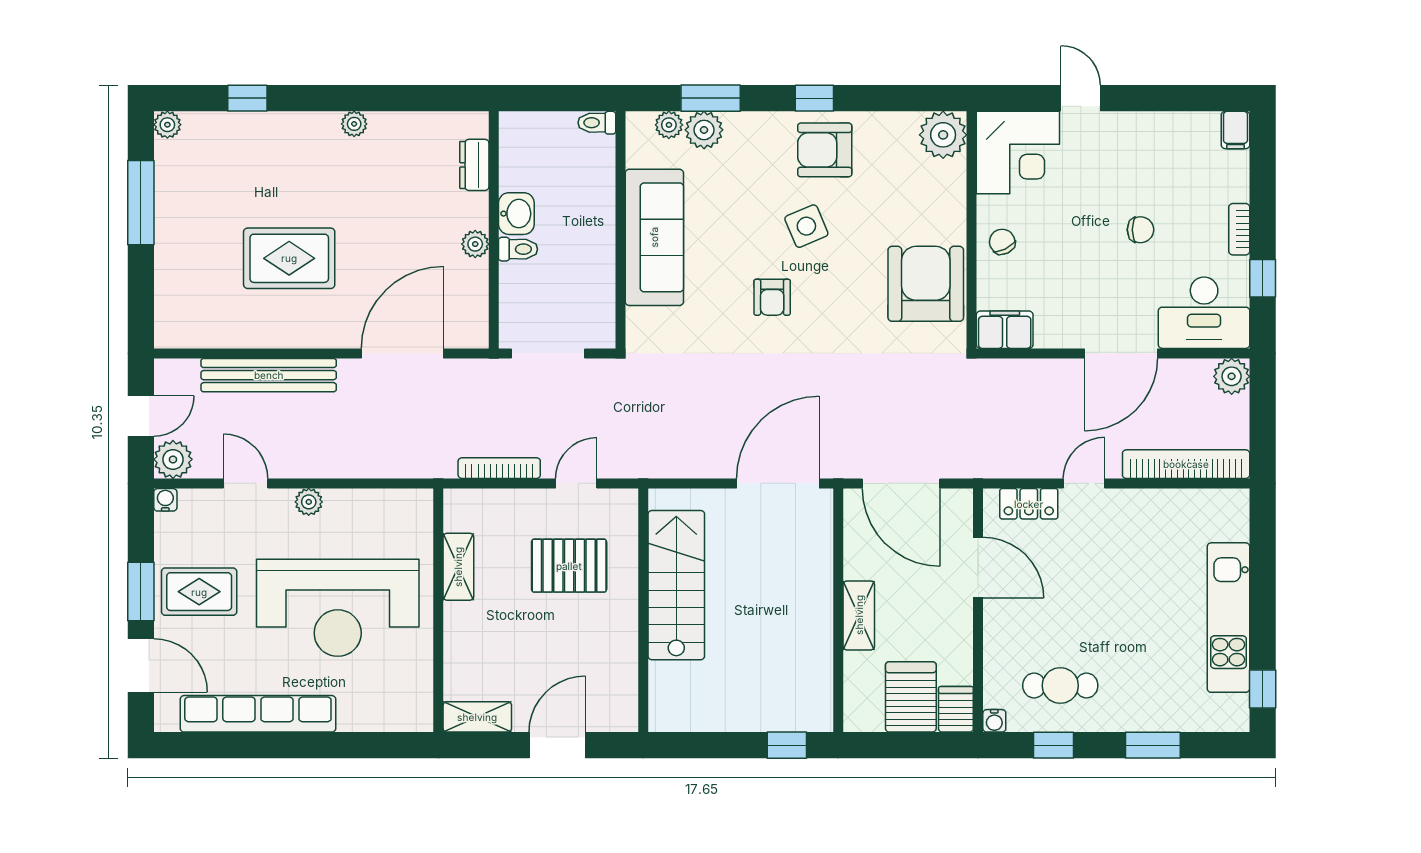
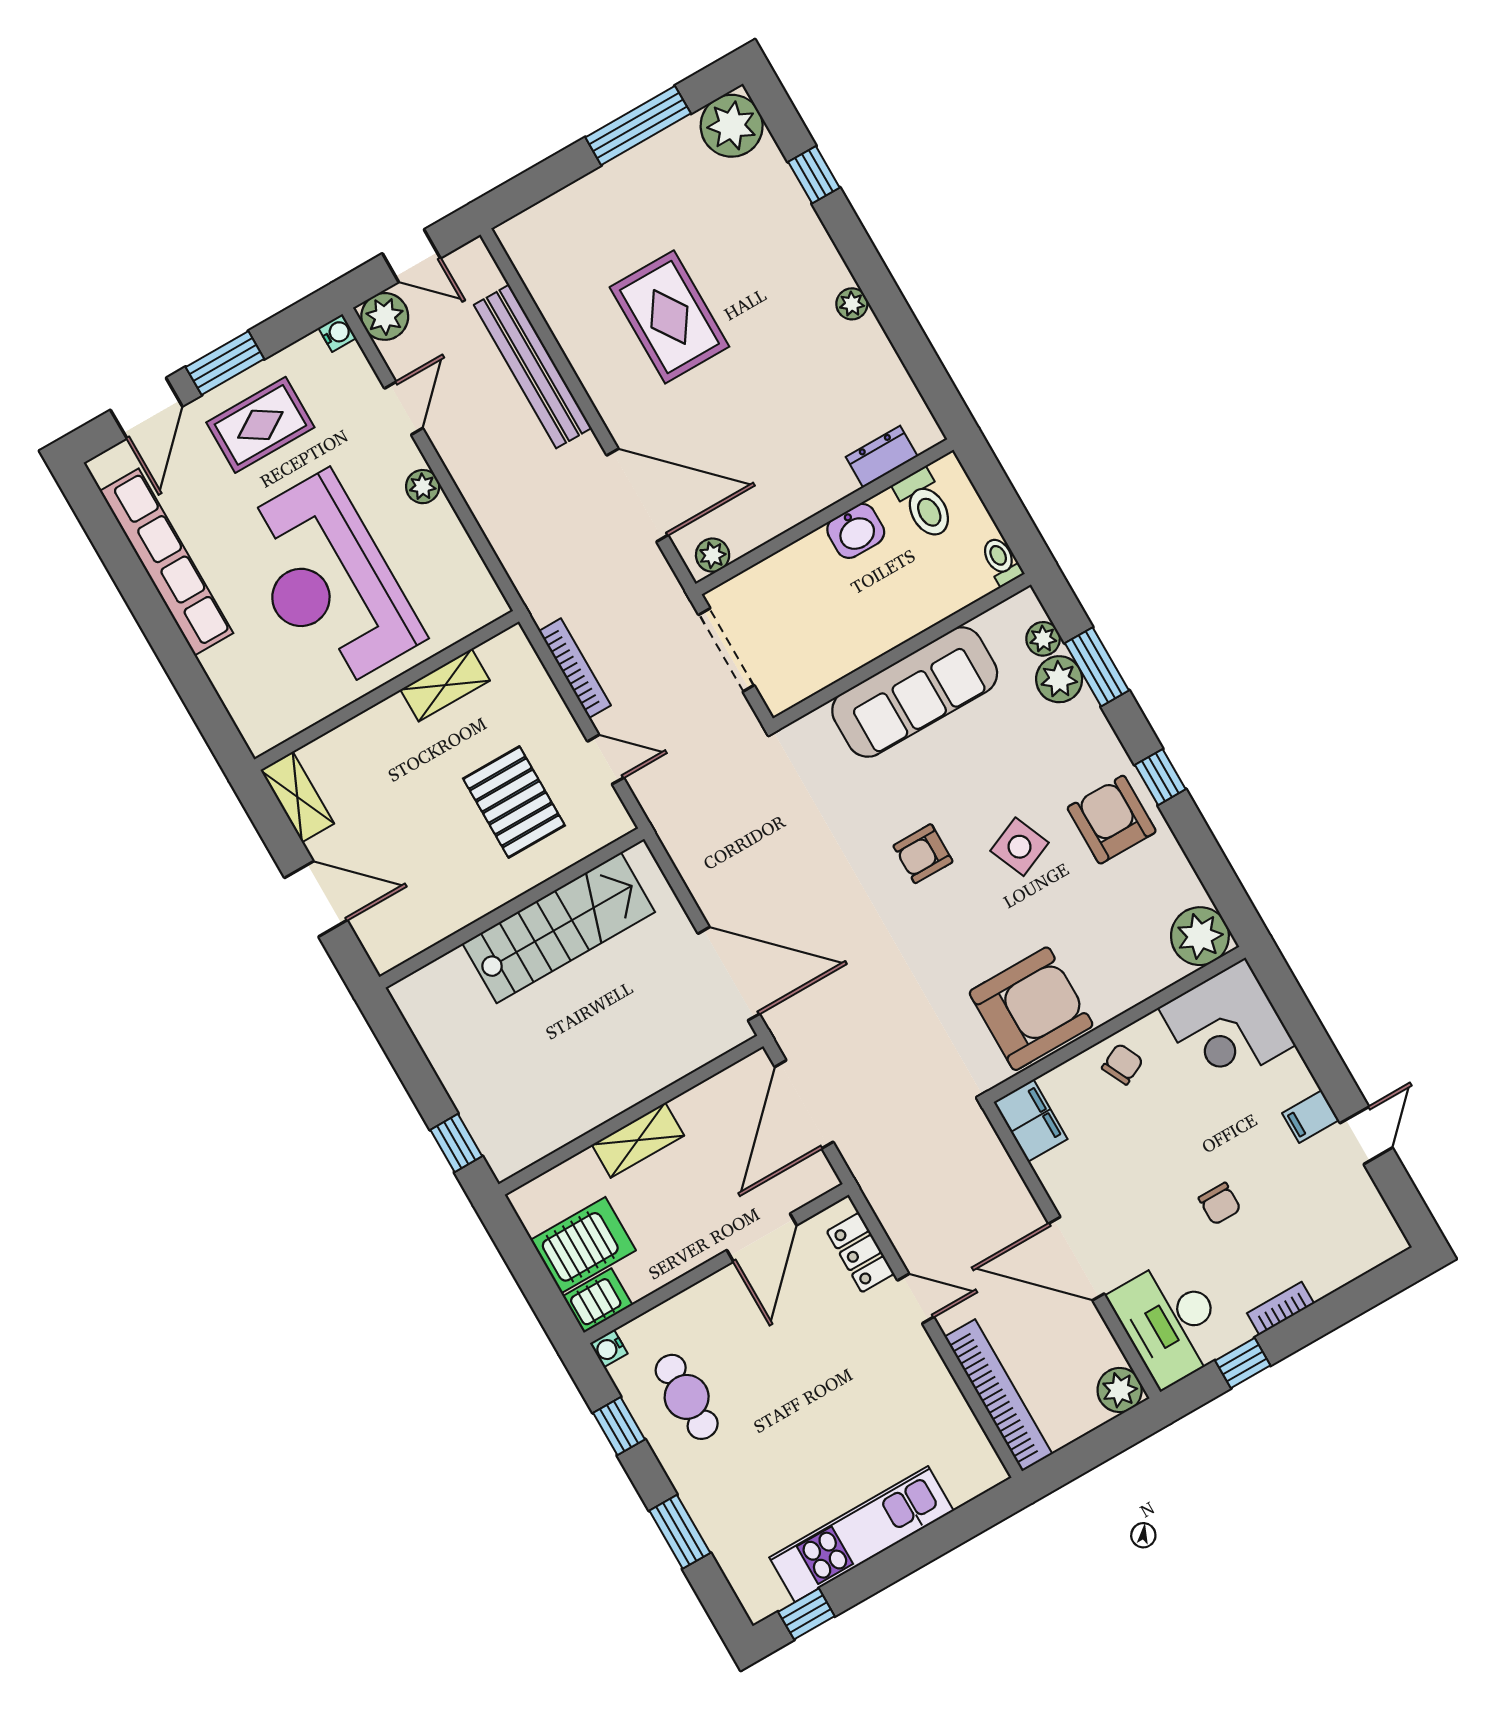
door: (1081, 98) -> (1366, 1135), moved
plant: (167, 125) -> (732, 126), width x1.87, depth x1.87
filing cabinet: (1235, 130) -> (1311, 1117), moved
plant: (475, 244) -> (713, 555), moved
toilet: (518, 249) -> (925, 504), moved, width x1.37, depth x1.39
rug: (199, 592) -> (260, 425), turned 90

